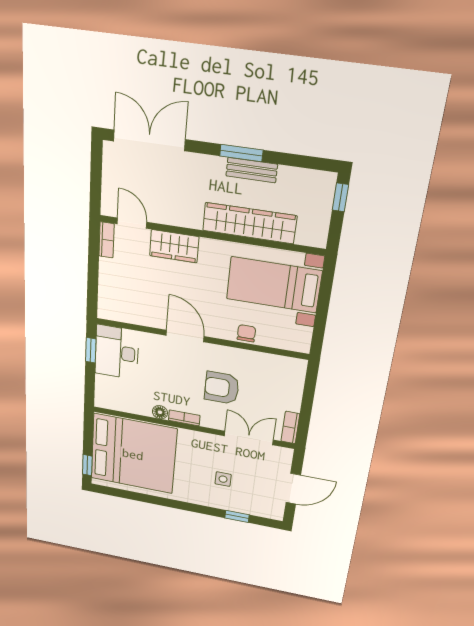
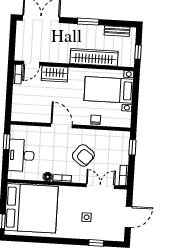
bench: (252, 170) -> (117, 31), moved
window: (340, 197) -> (138, 52), moved
door: (132, 223) -> (32, 63), swing flipped
desk: (117, 352) -> (21, 155), moved
window: (310, 386) -> (132, 147), added
armchair: (222, 388) -> (83, 155), turned -142

